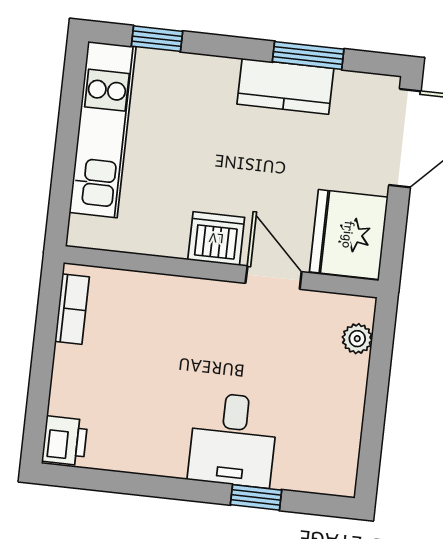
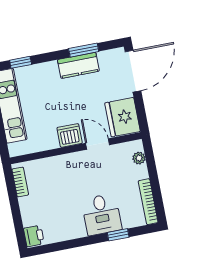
bookcase: (347, 444) -> (148, 202), added

